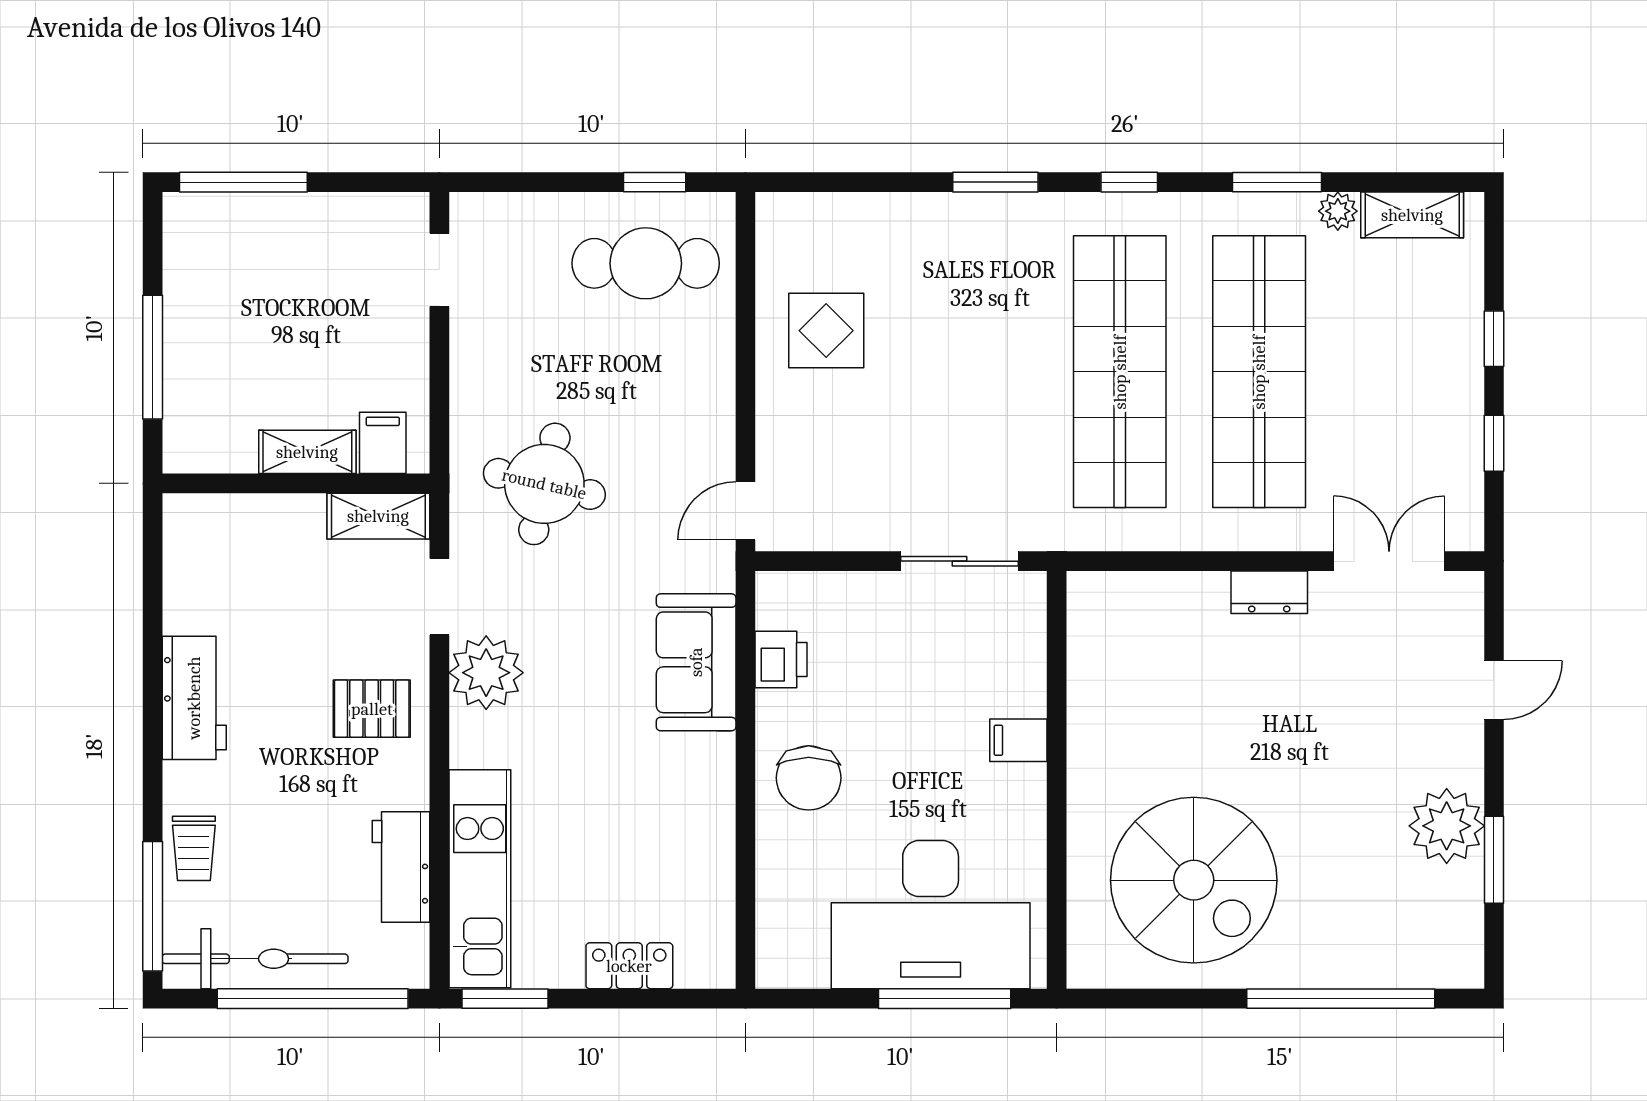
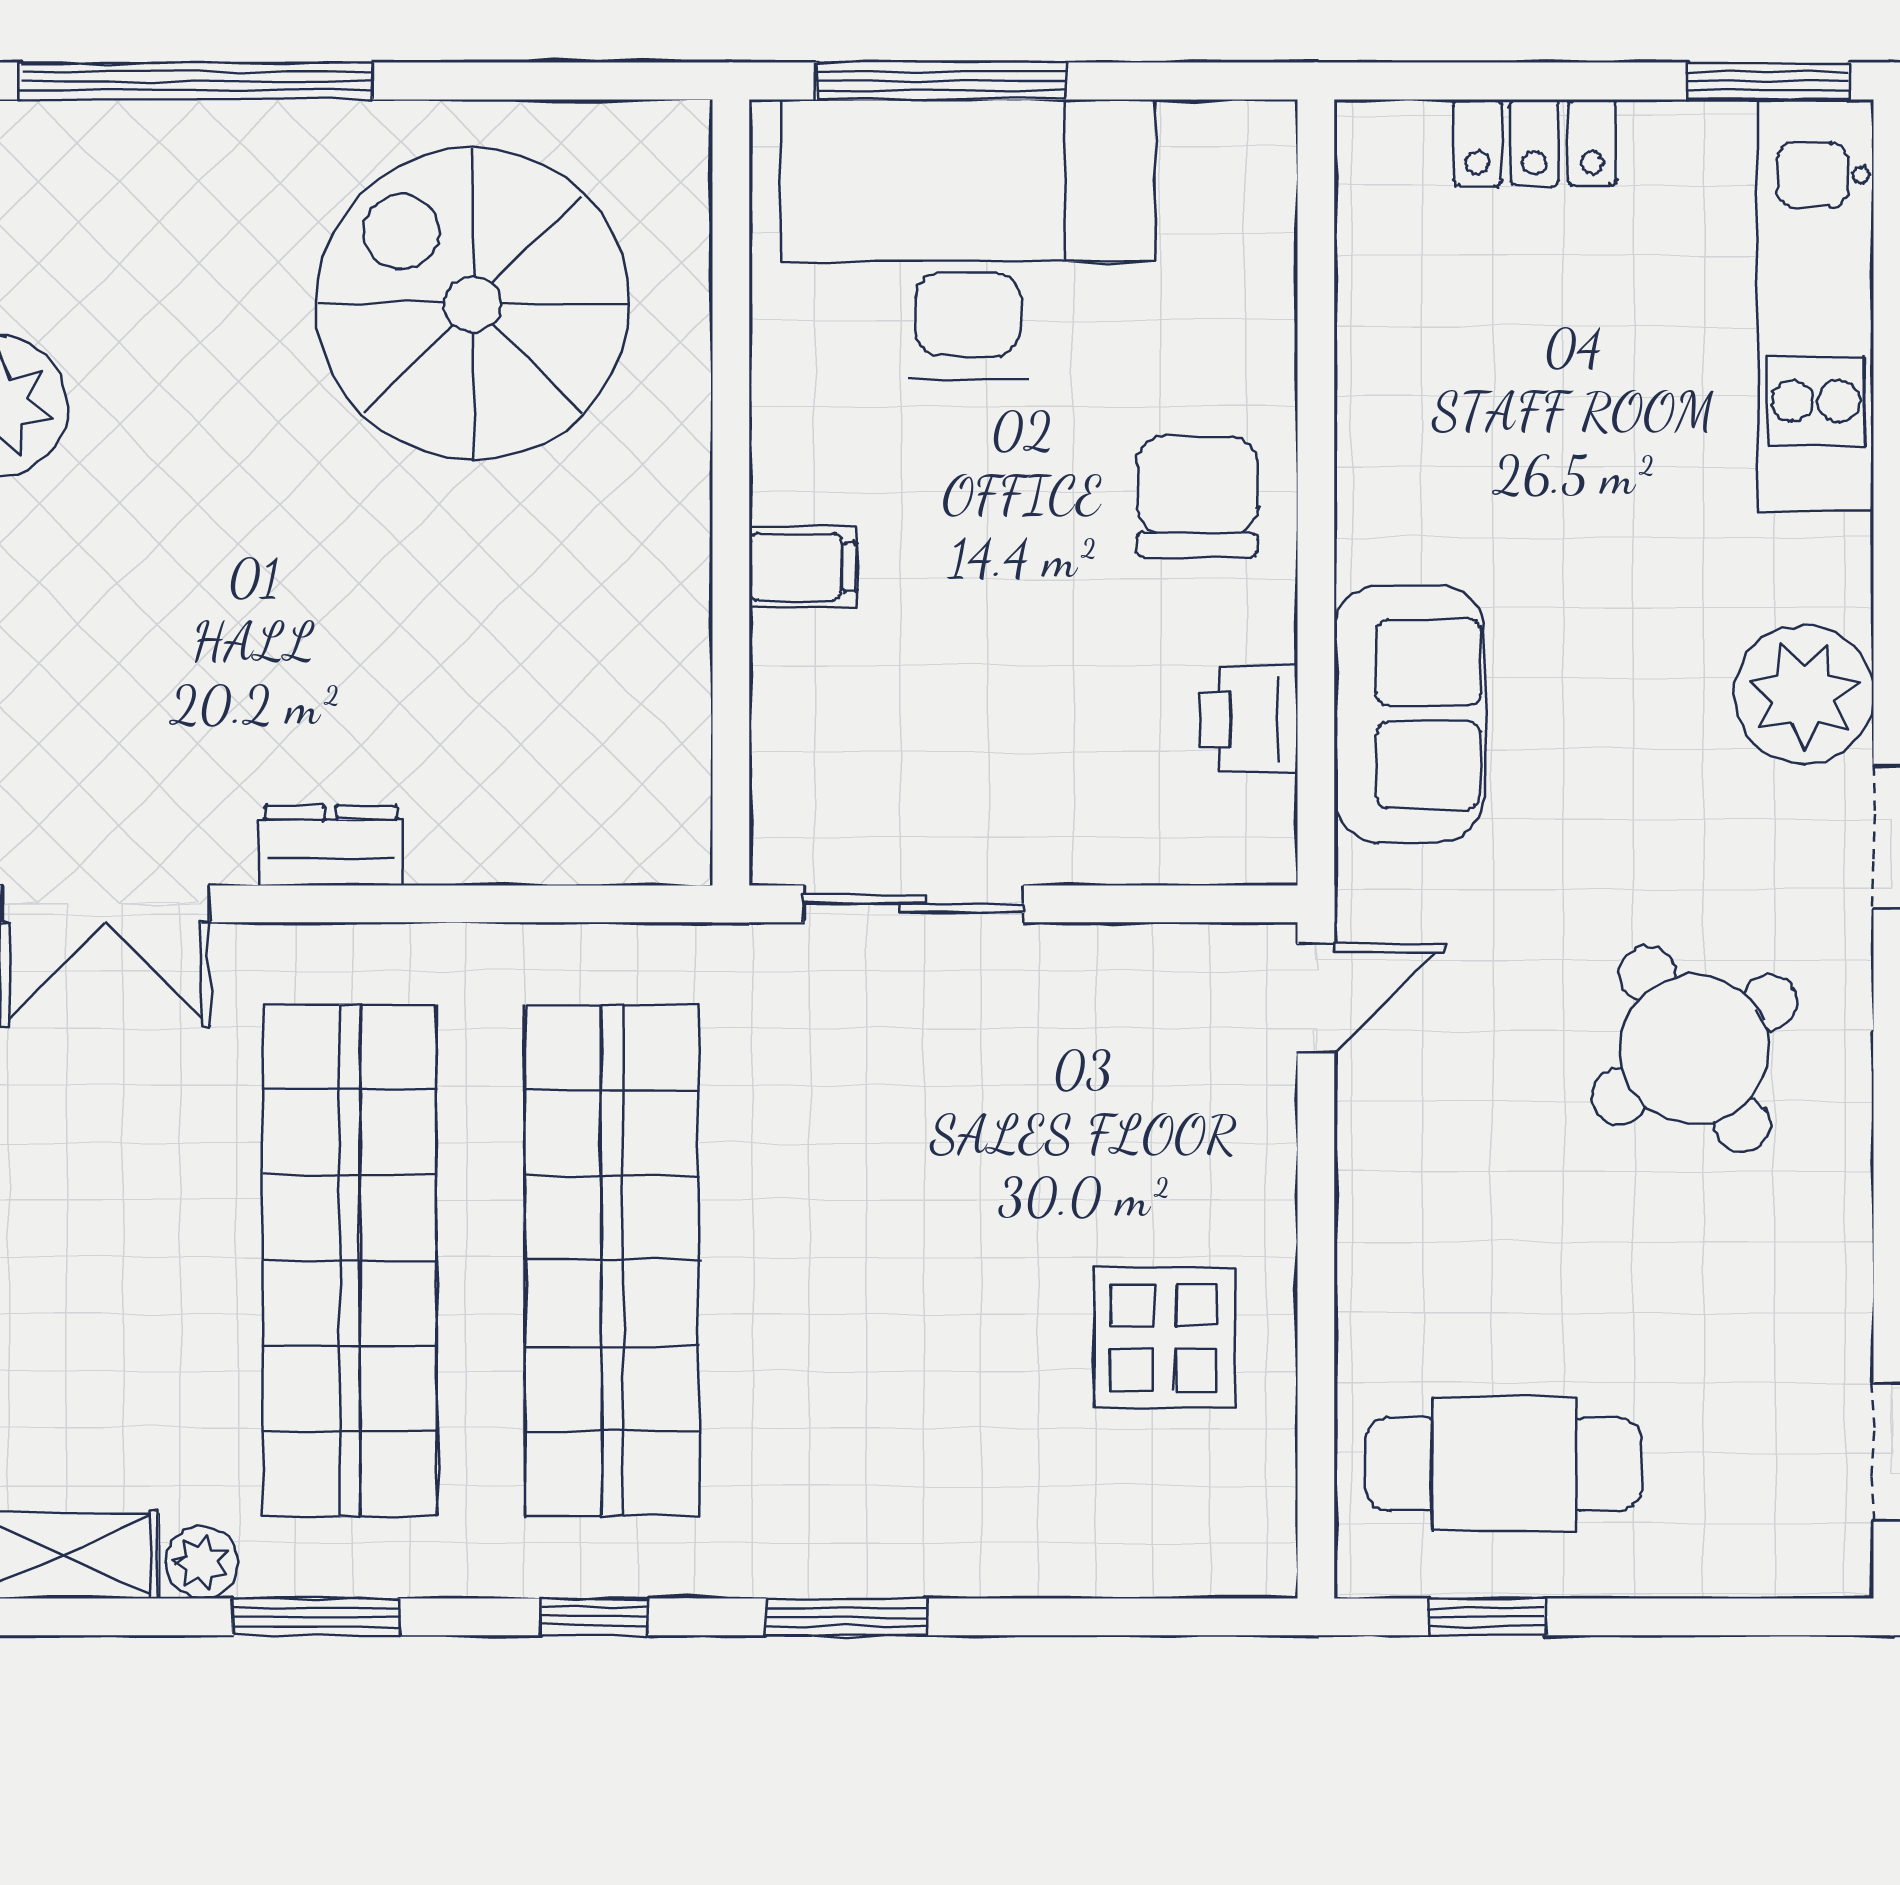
round table: (544, 484) -> (1694, 1049), turned 45

